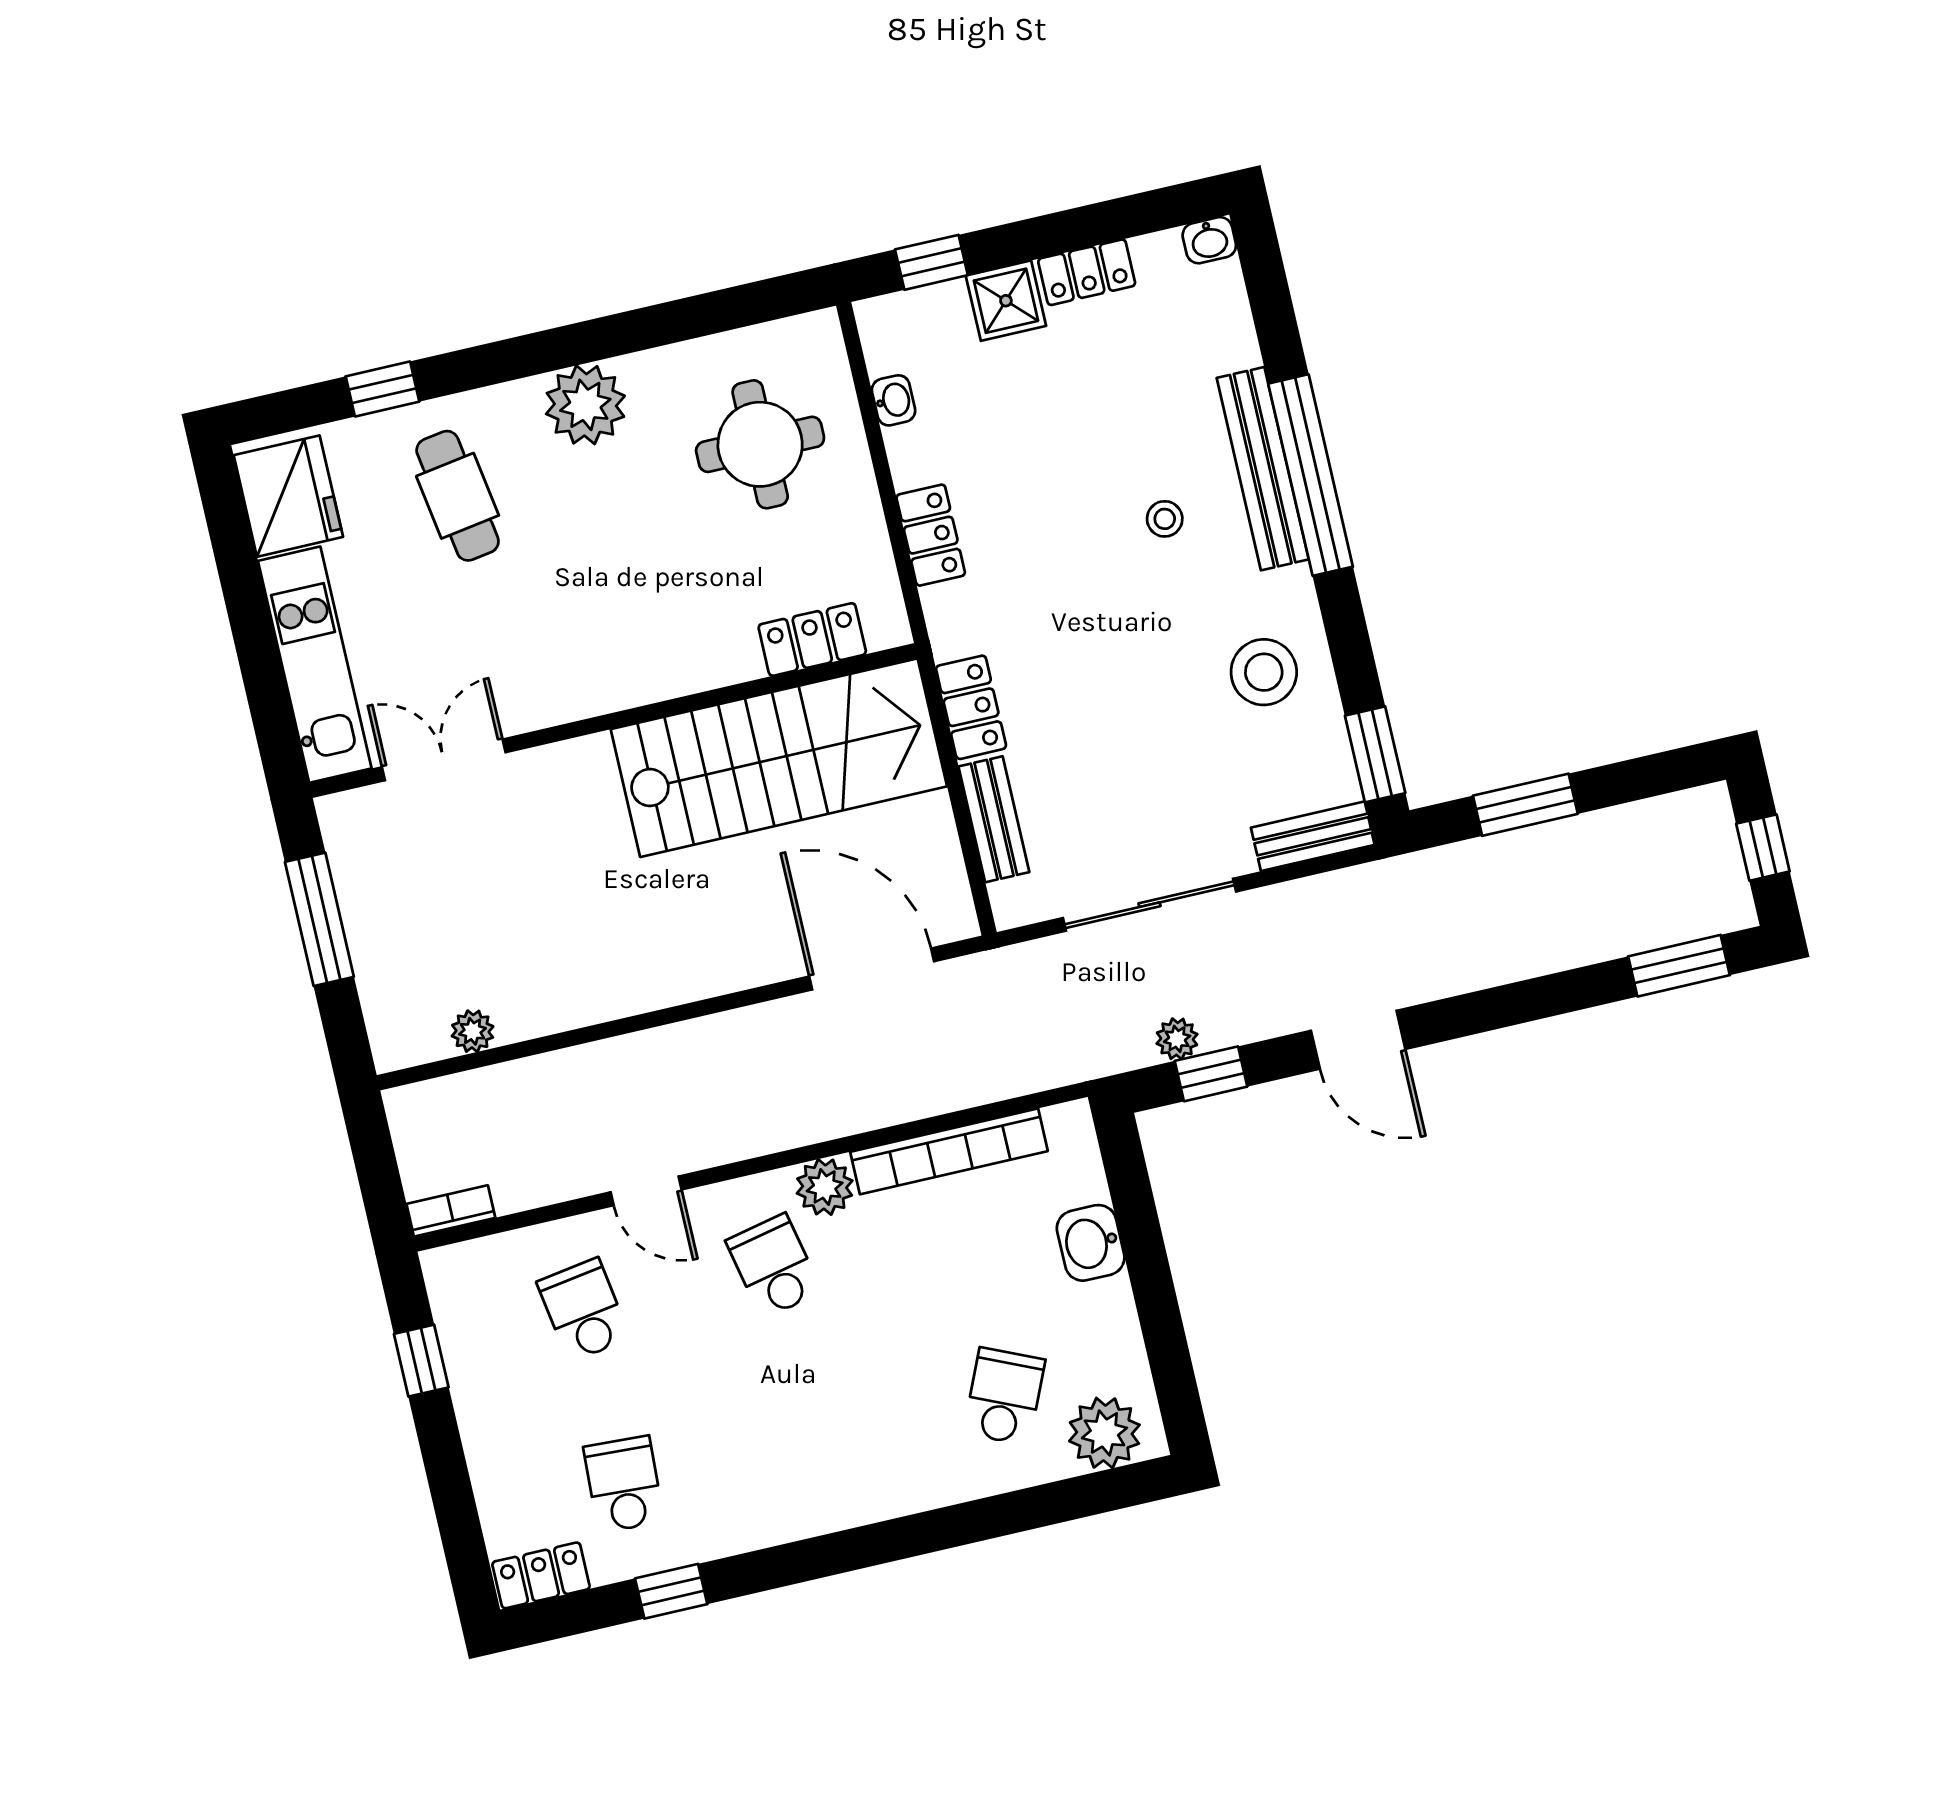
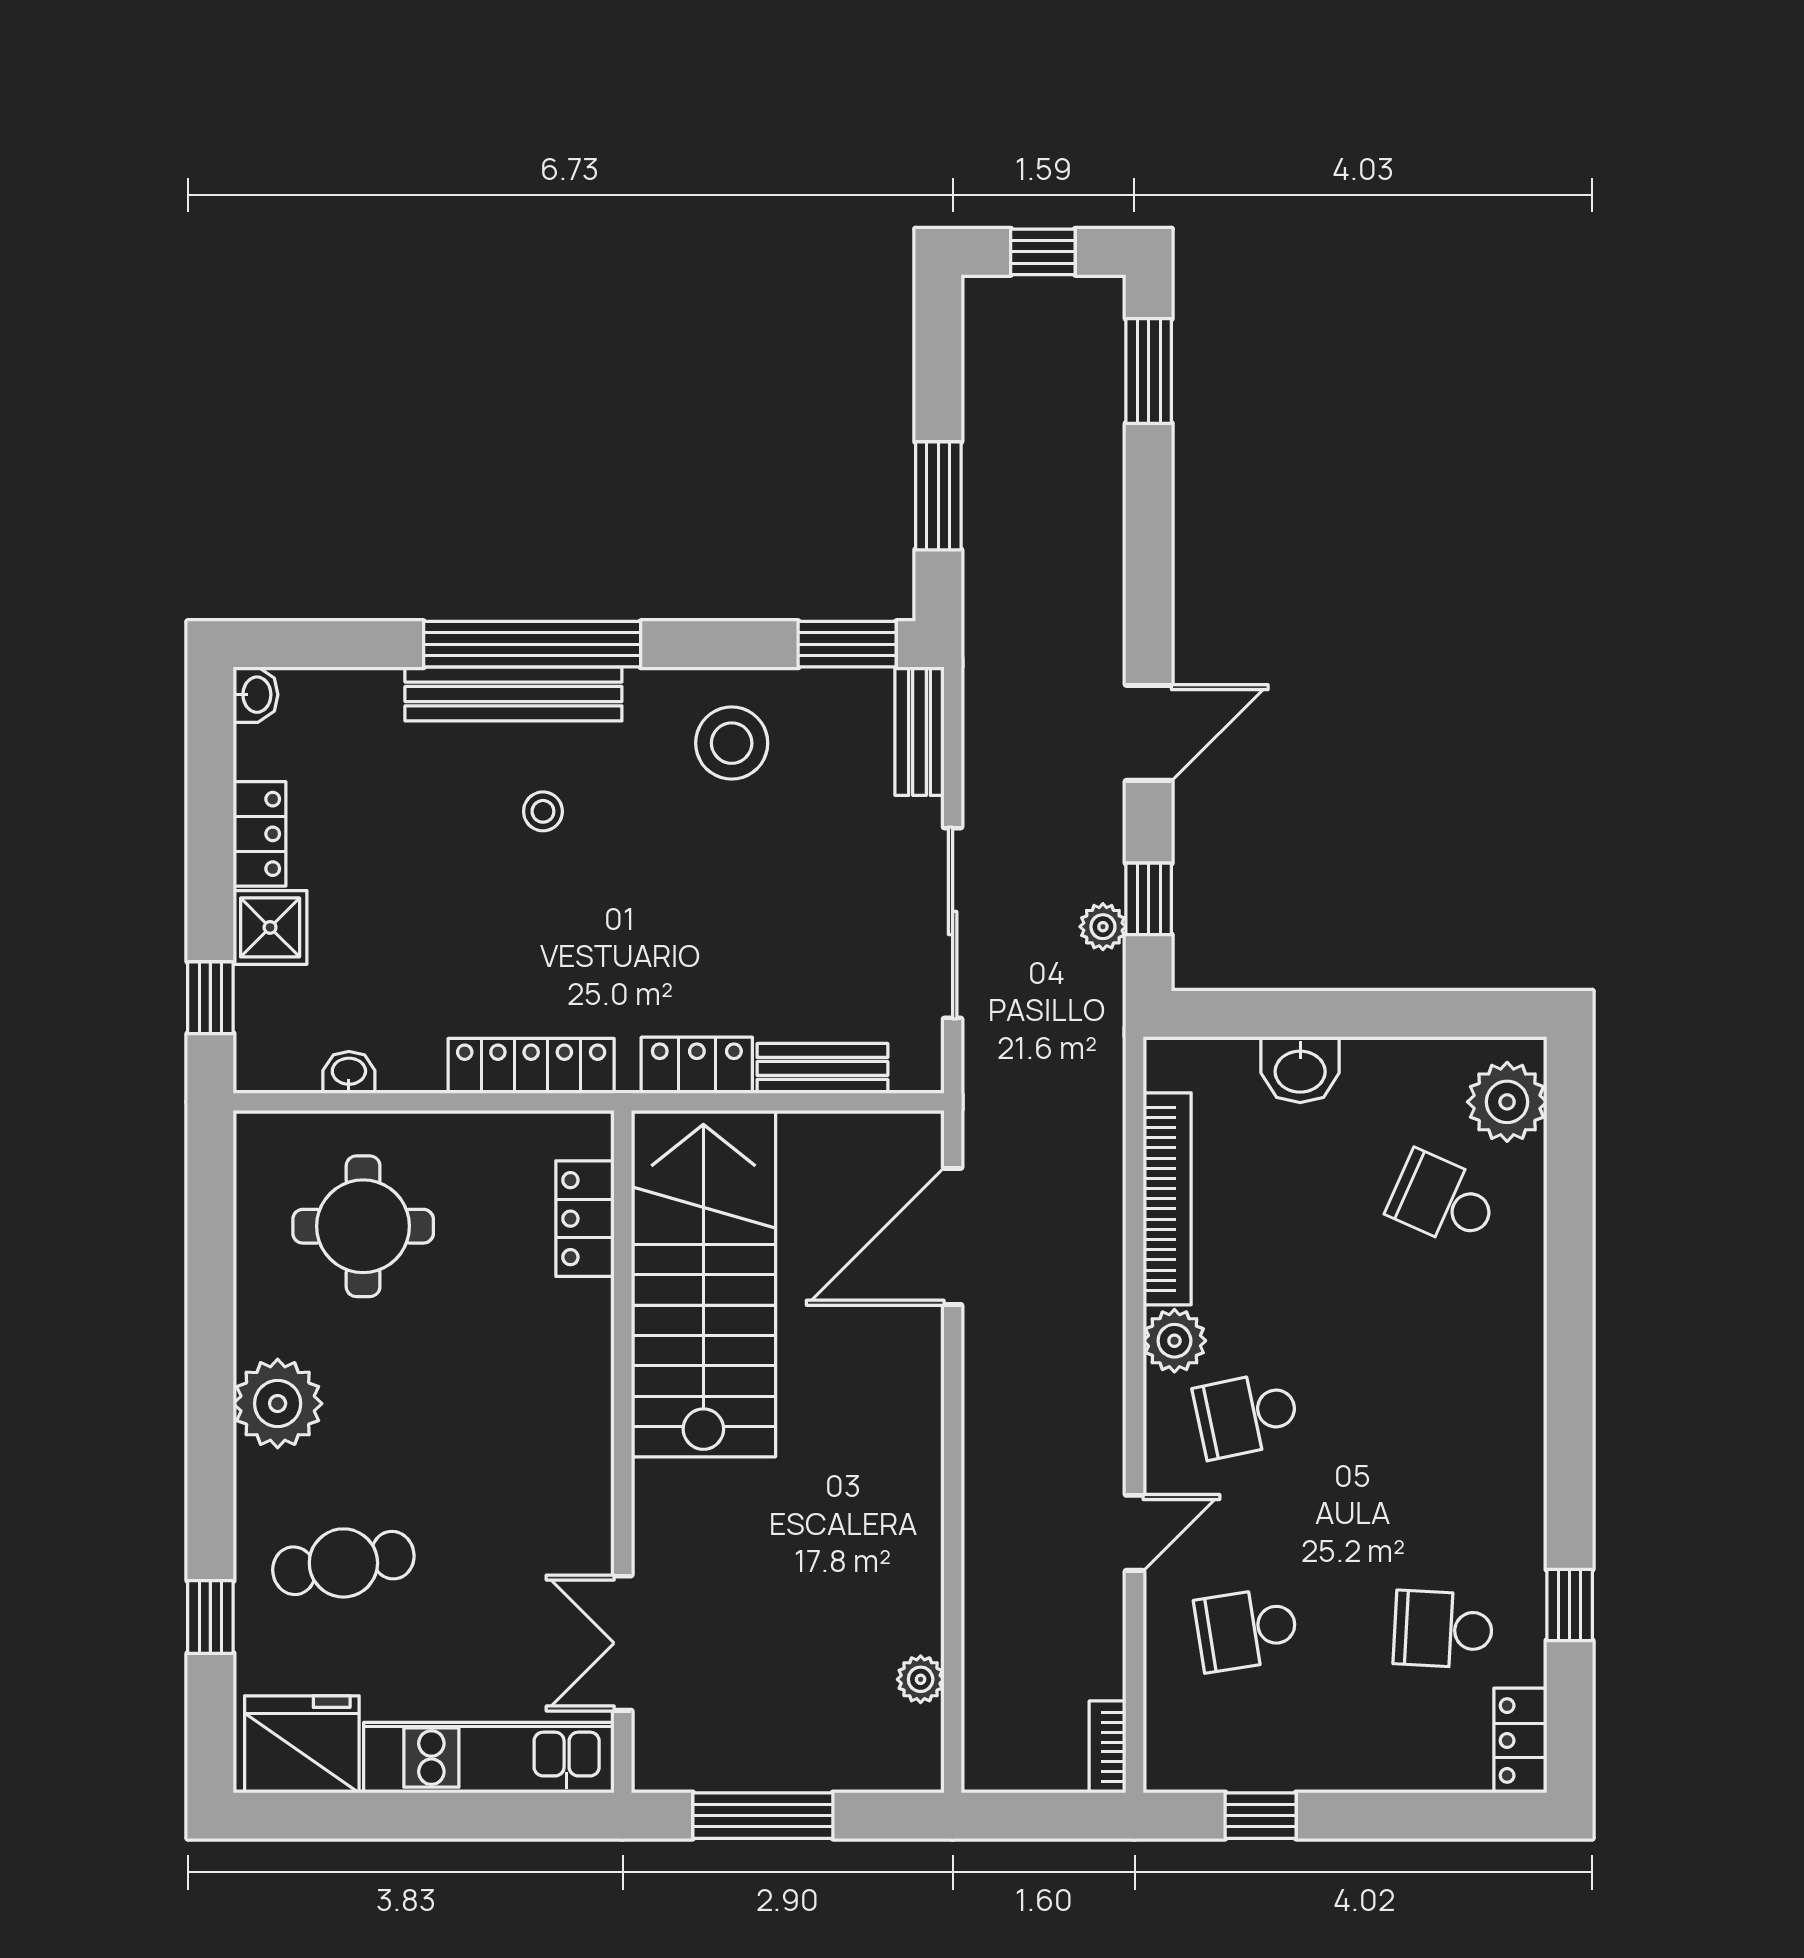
locker: (931, 535) -> (531, 1066), width x1.53

